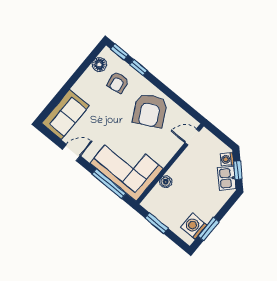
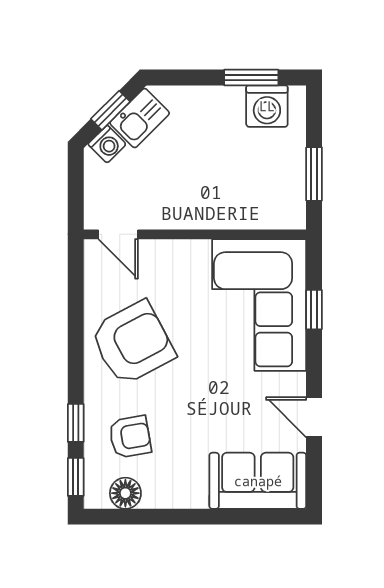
boiler: (166, 182) -> (231, 216), removed
window: (109, 184) -> (314, 310), width x0.46

